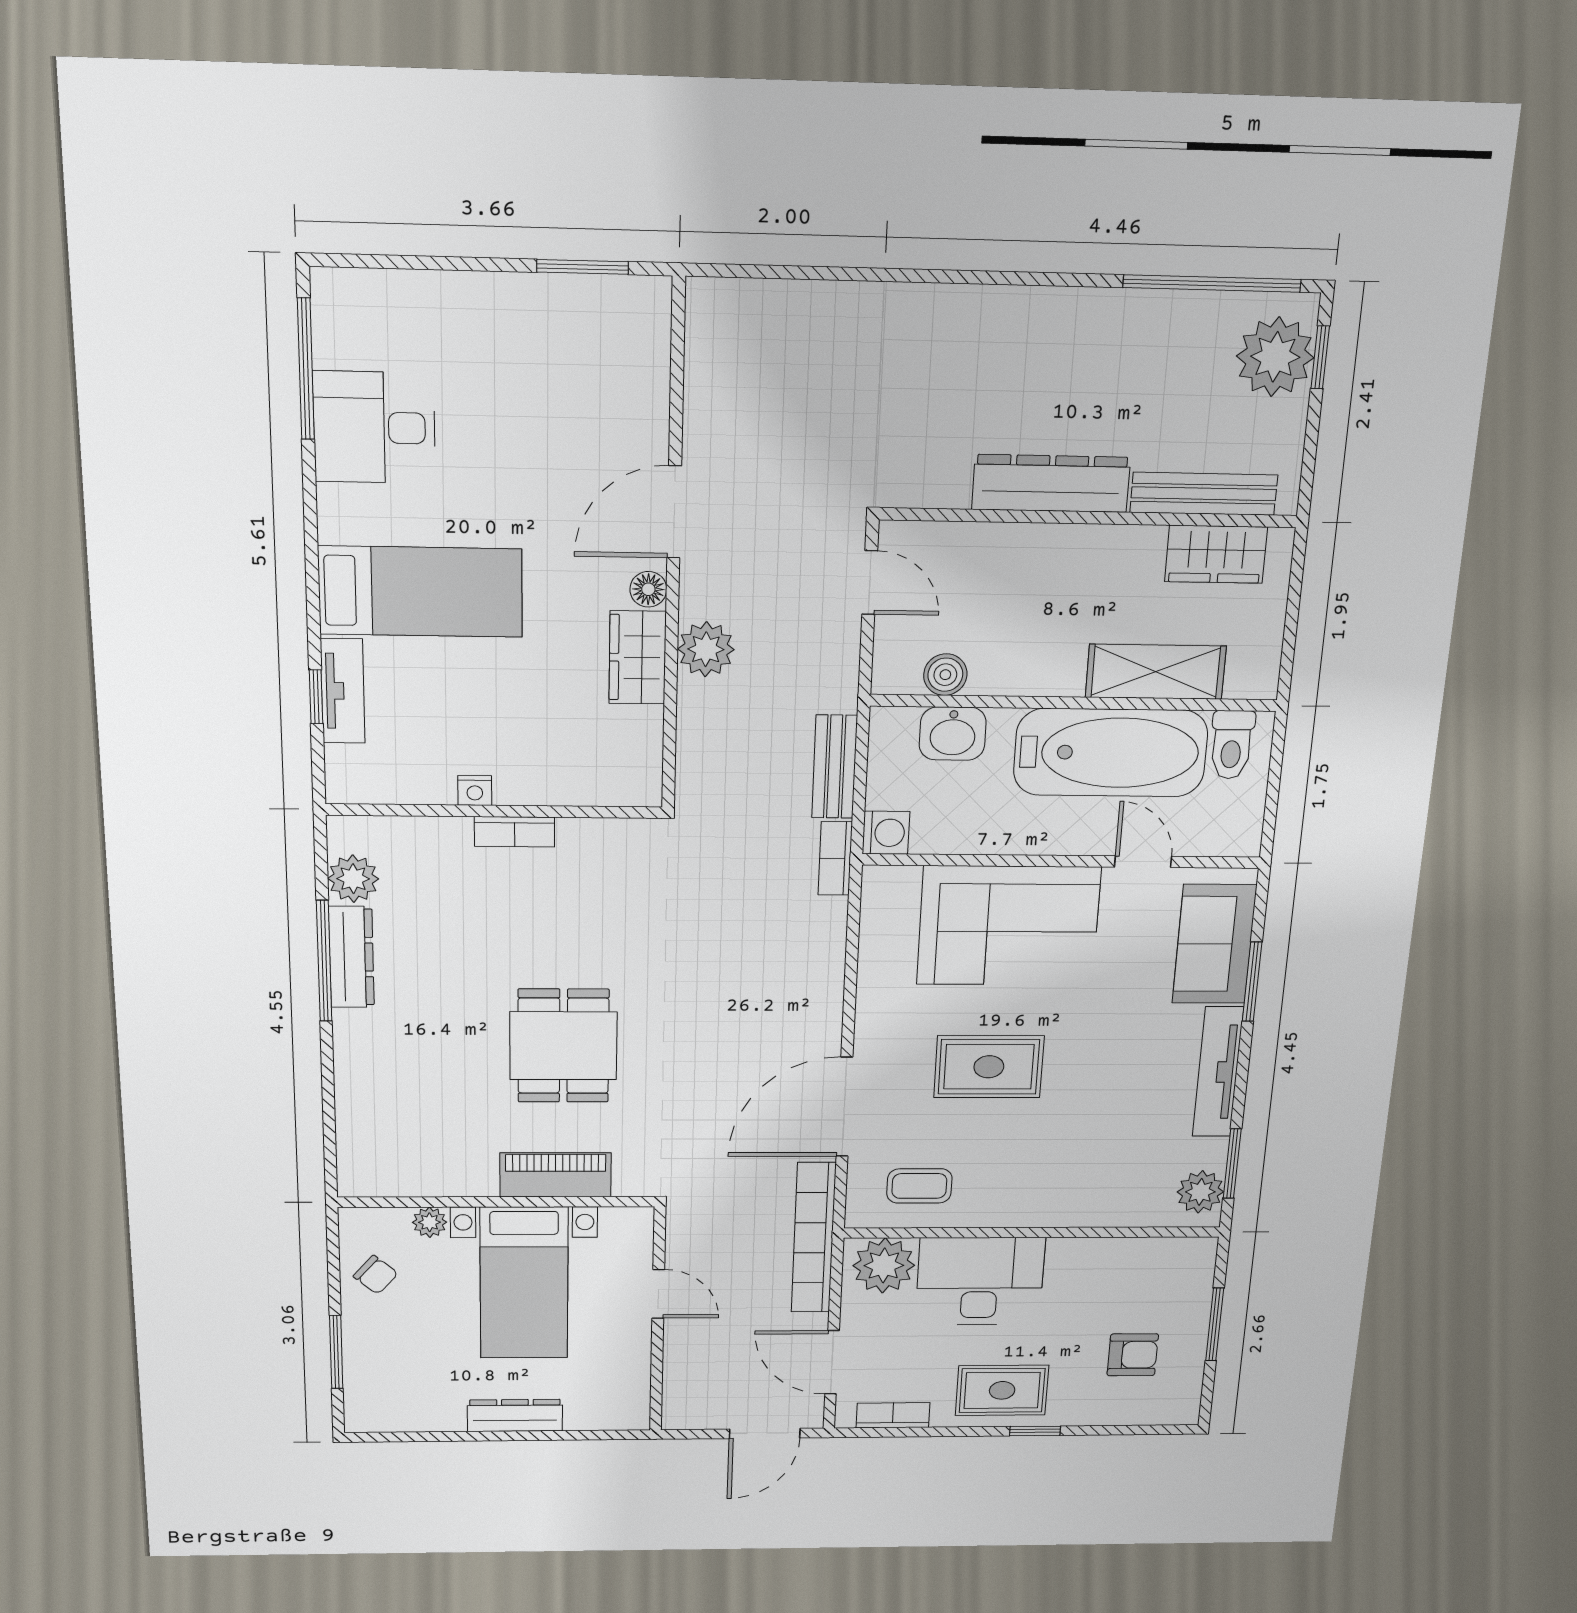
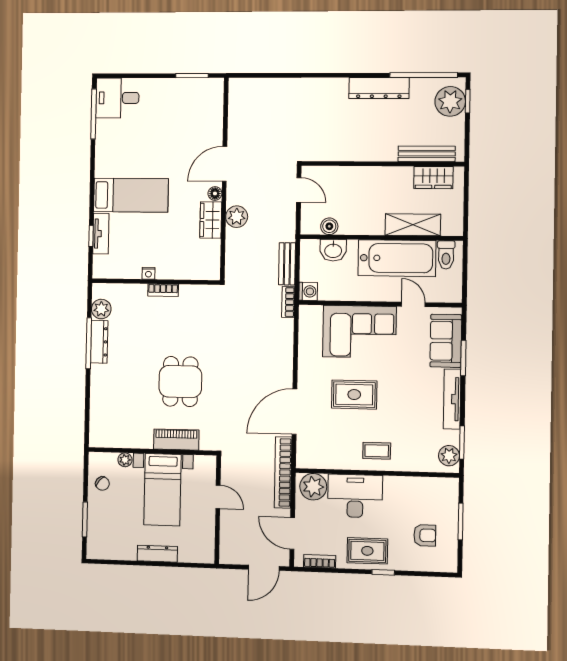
desk: (374, 427) -> (117, 98), moved
dresser: (1051, 483) -> (379, 88), moved, turned 180
coffee table: (919, 1186) -> (377, 451), moved

